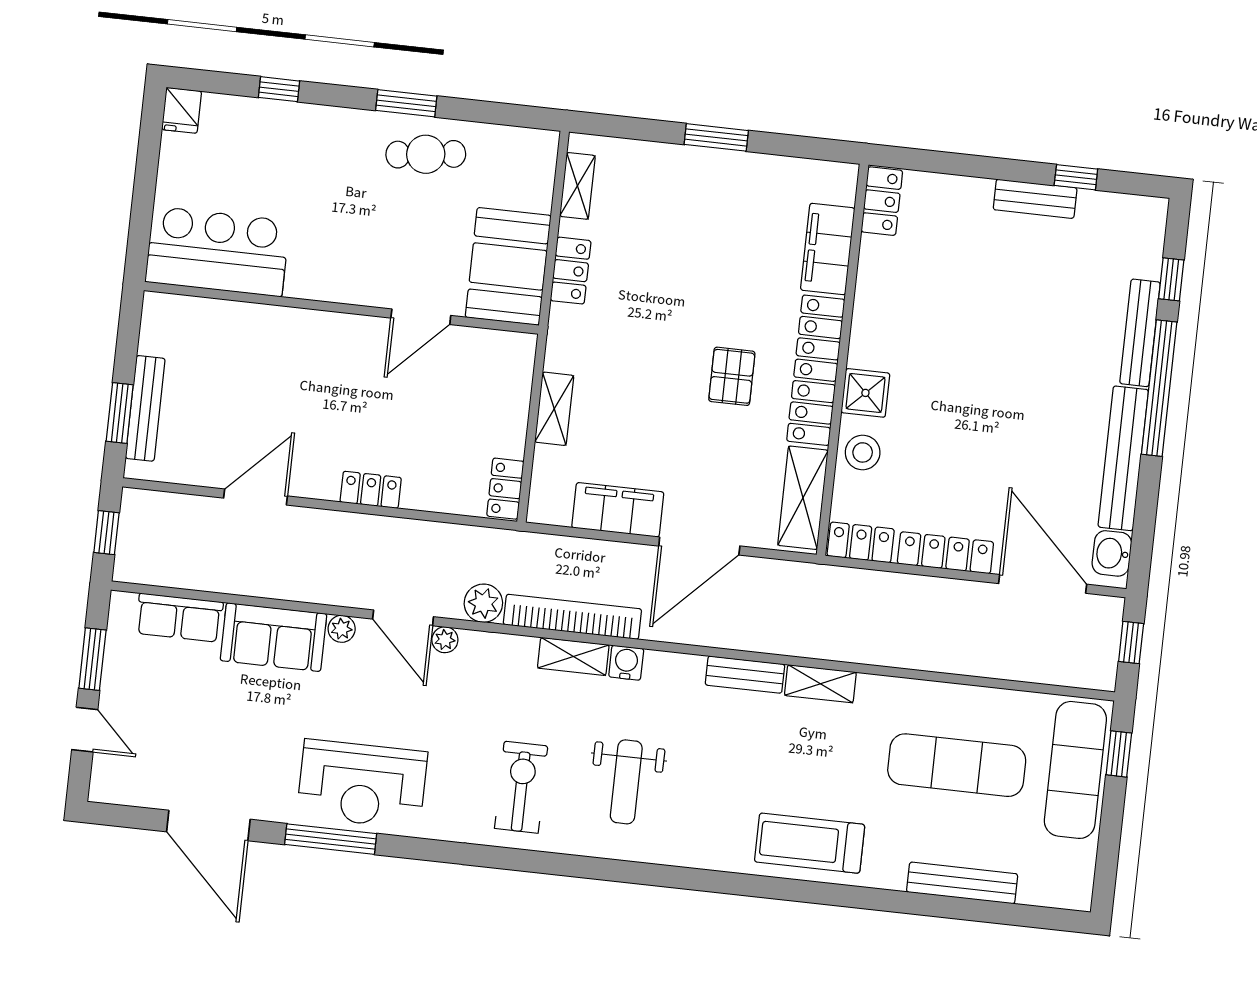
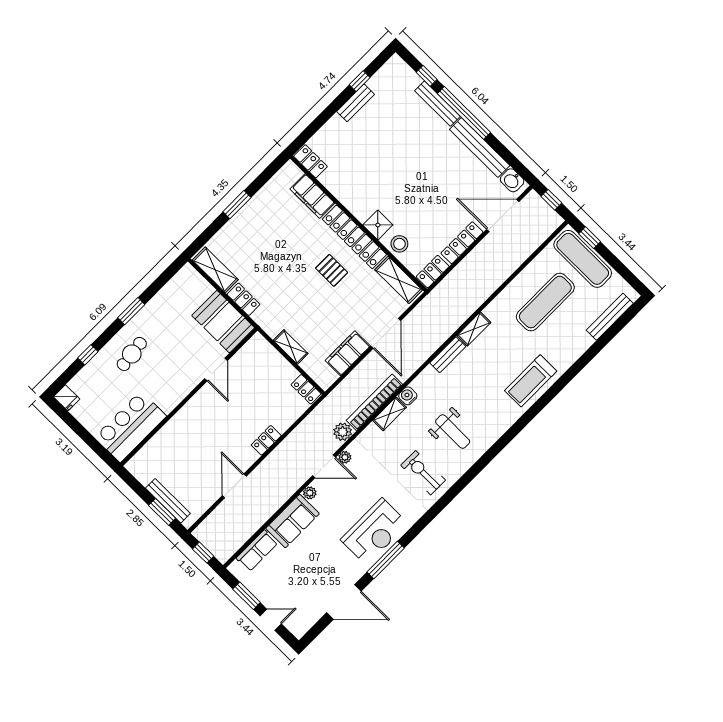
cafe table: (426, 154) -> (132, 354), moved
shelving: (577, 186) -> (215, 270), width x1.50, depth x1.33
bench: (962, 883) -> (610, 317), moved

